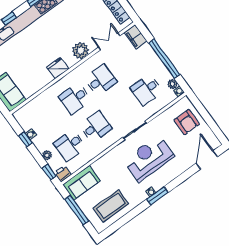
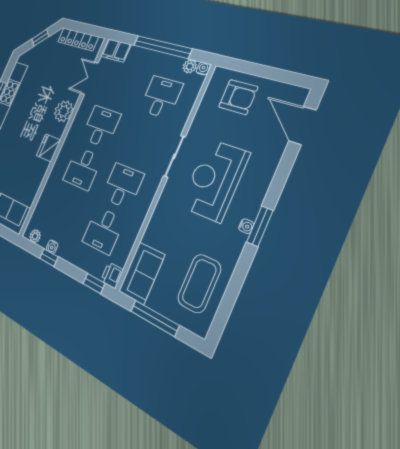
desk: (147, 90) -> (161, 97), turned 180
plant: (47, 155) -> (35, 236), moved

